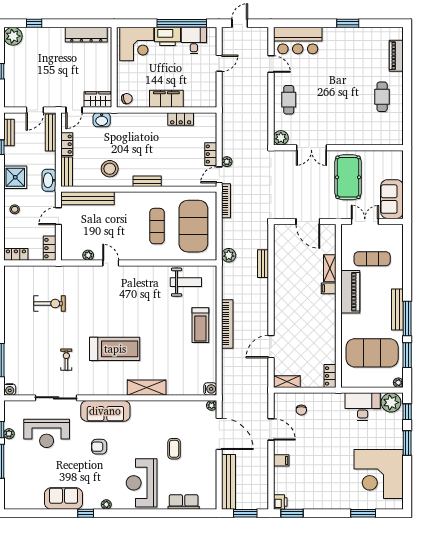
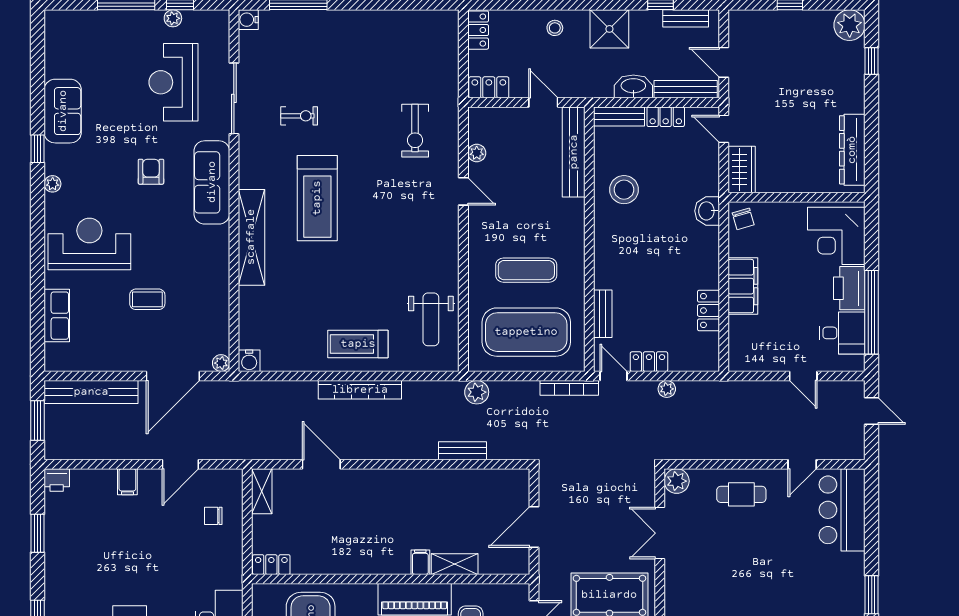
washbasin: (102, 120) -> (707, 211), moved
plant: (227, 162) -> (667, 389), moved
washbasin: (49, 180) -> (633, 86), moved
bench: (147, 181) -> (603, 314), moved
door: (111, 263) -> (463, 191), hinge flipped
exercise bike: (50, 304) -> (415, 131), moved
shelving: (147, 388) -> (251, 237), width x1.47
window: (292, 513) -> (38, 533), moved

